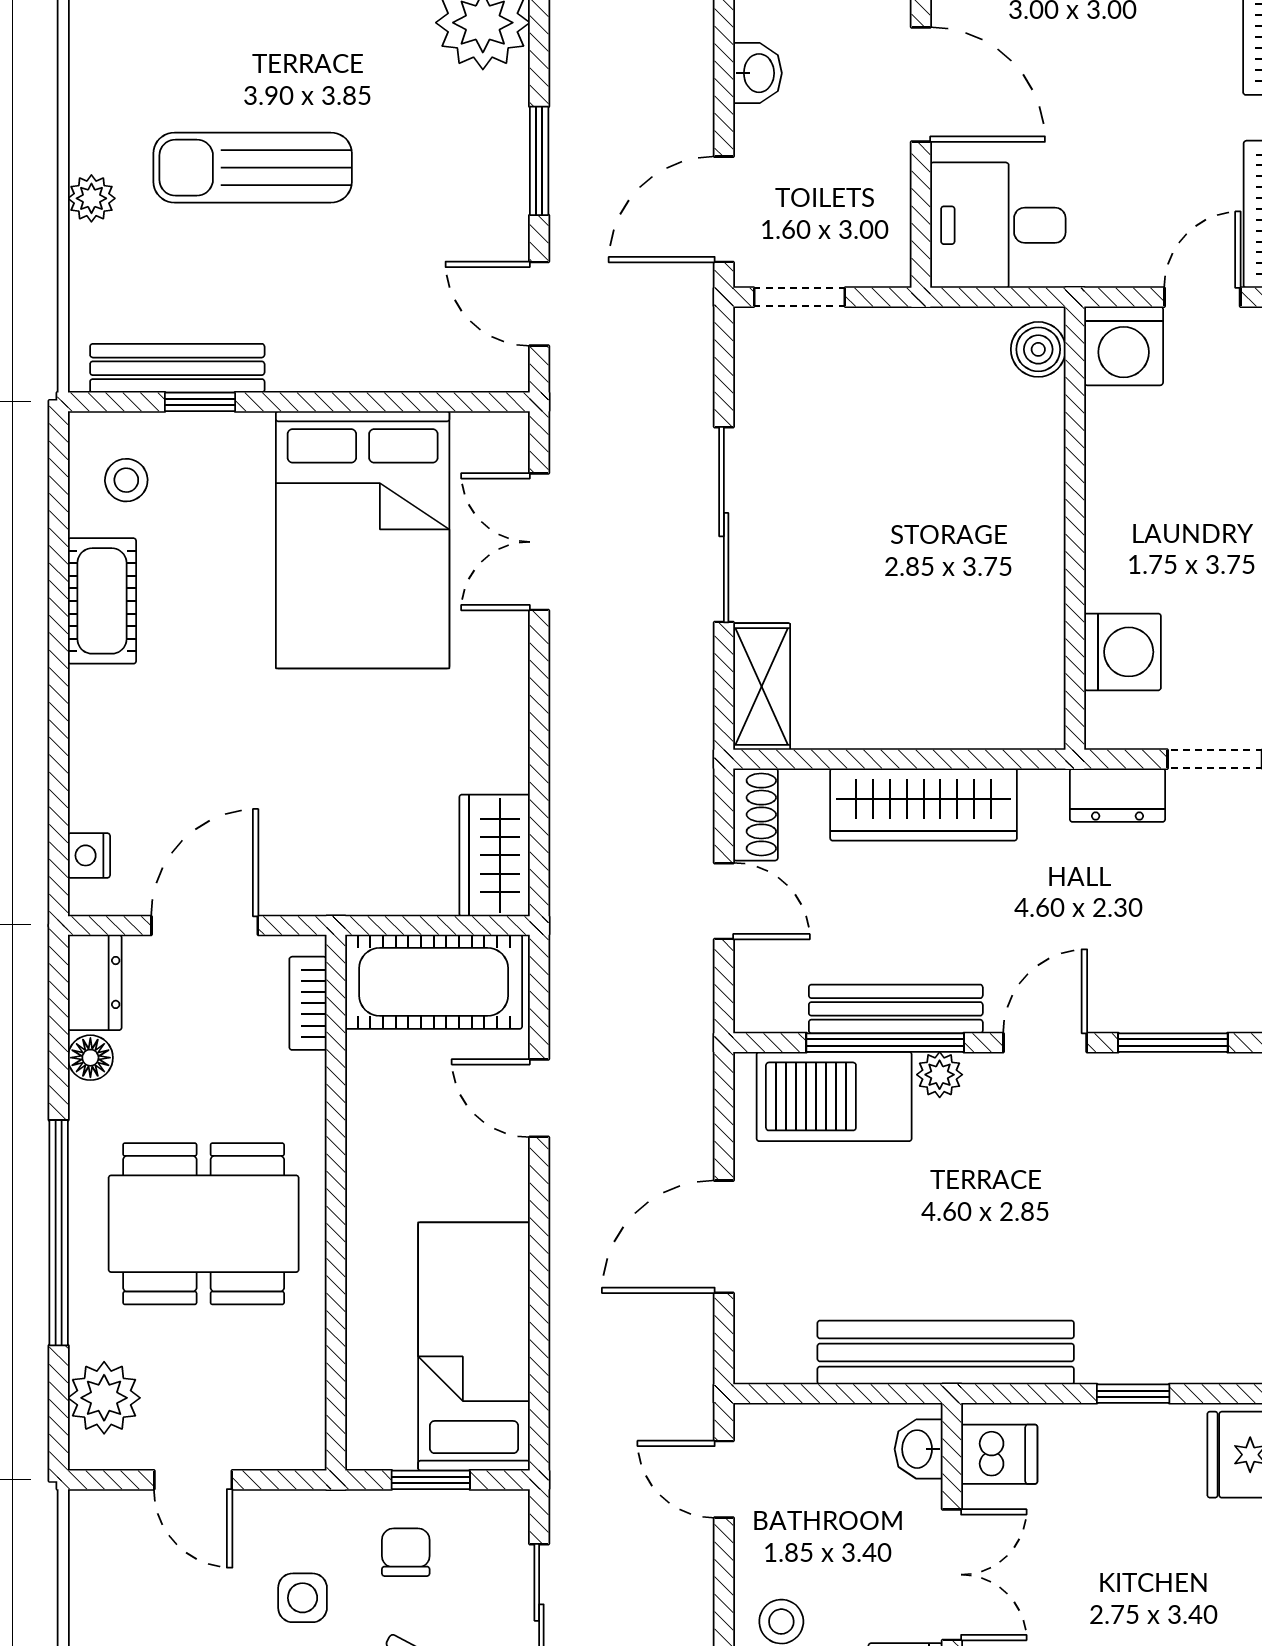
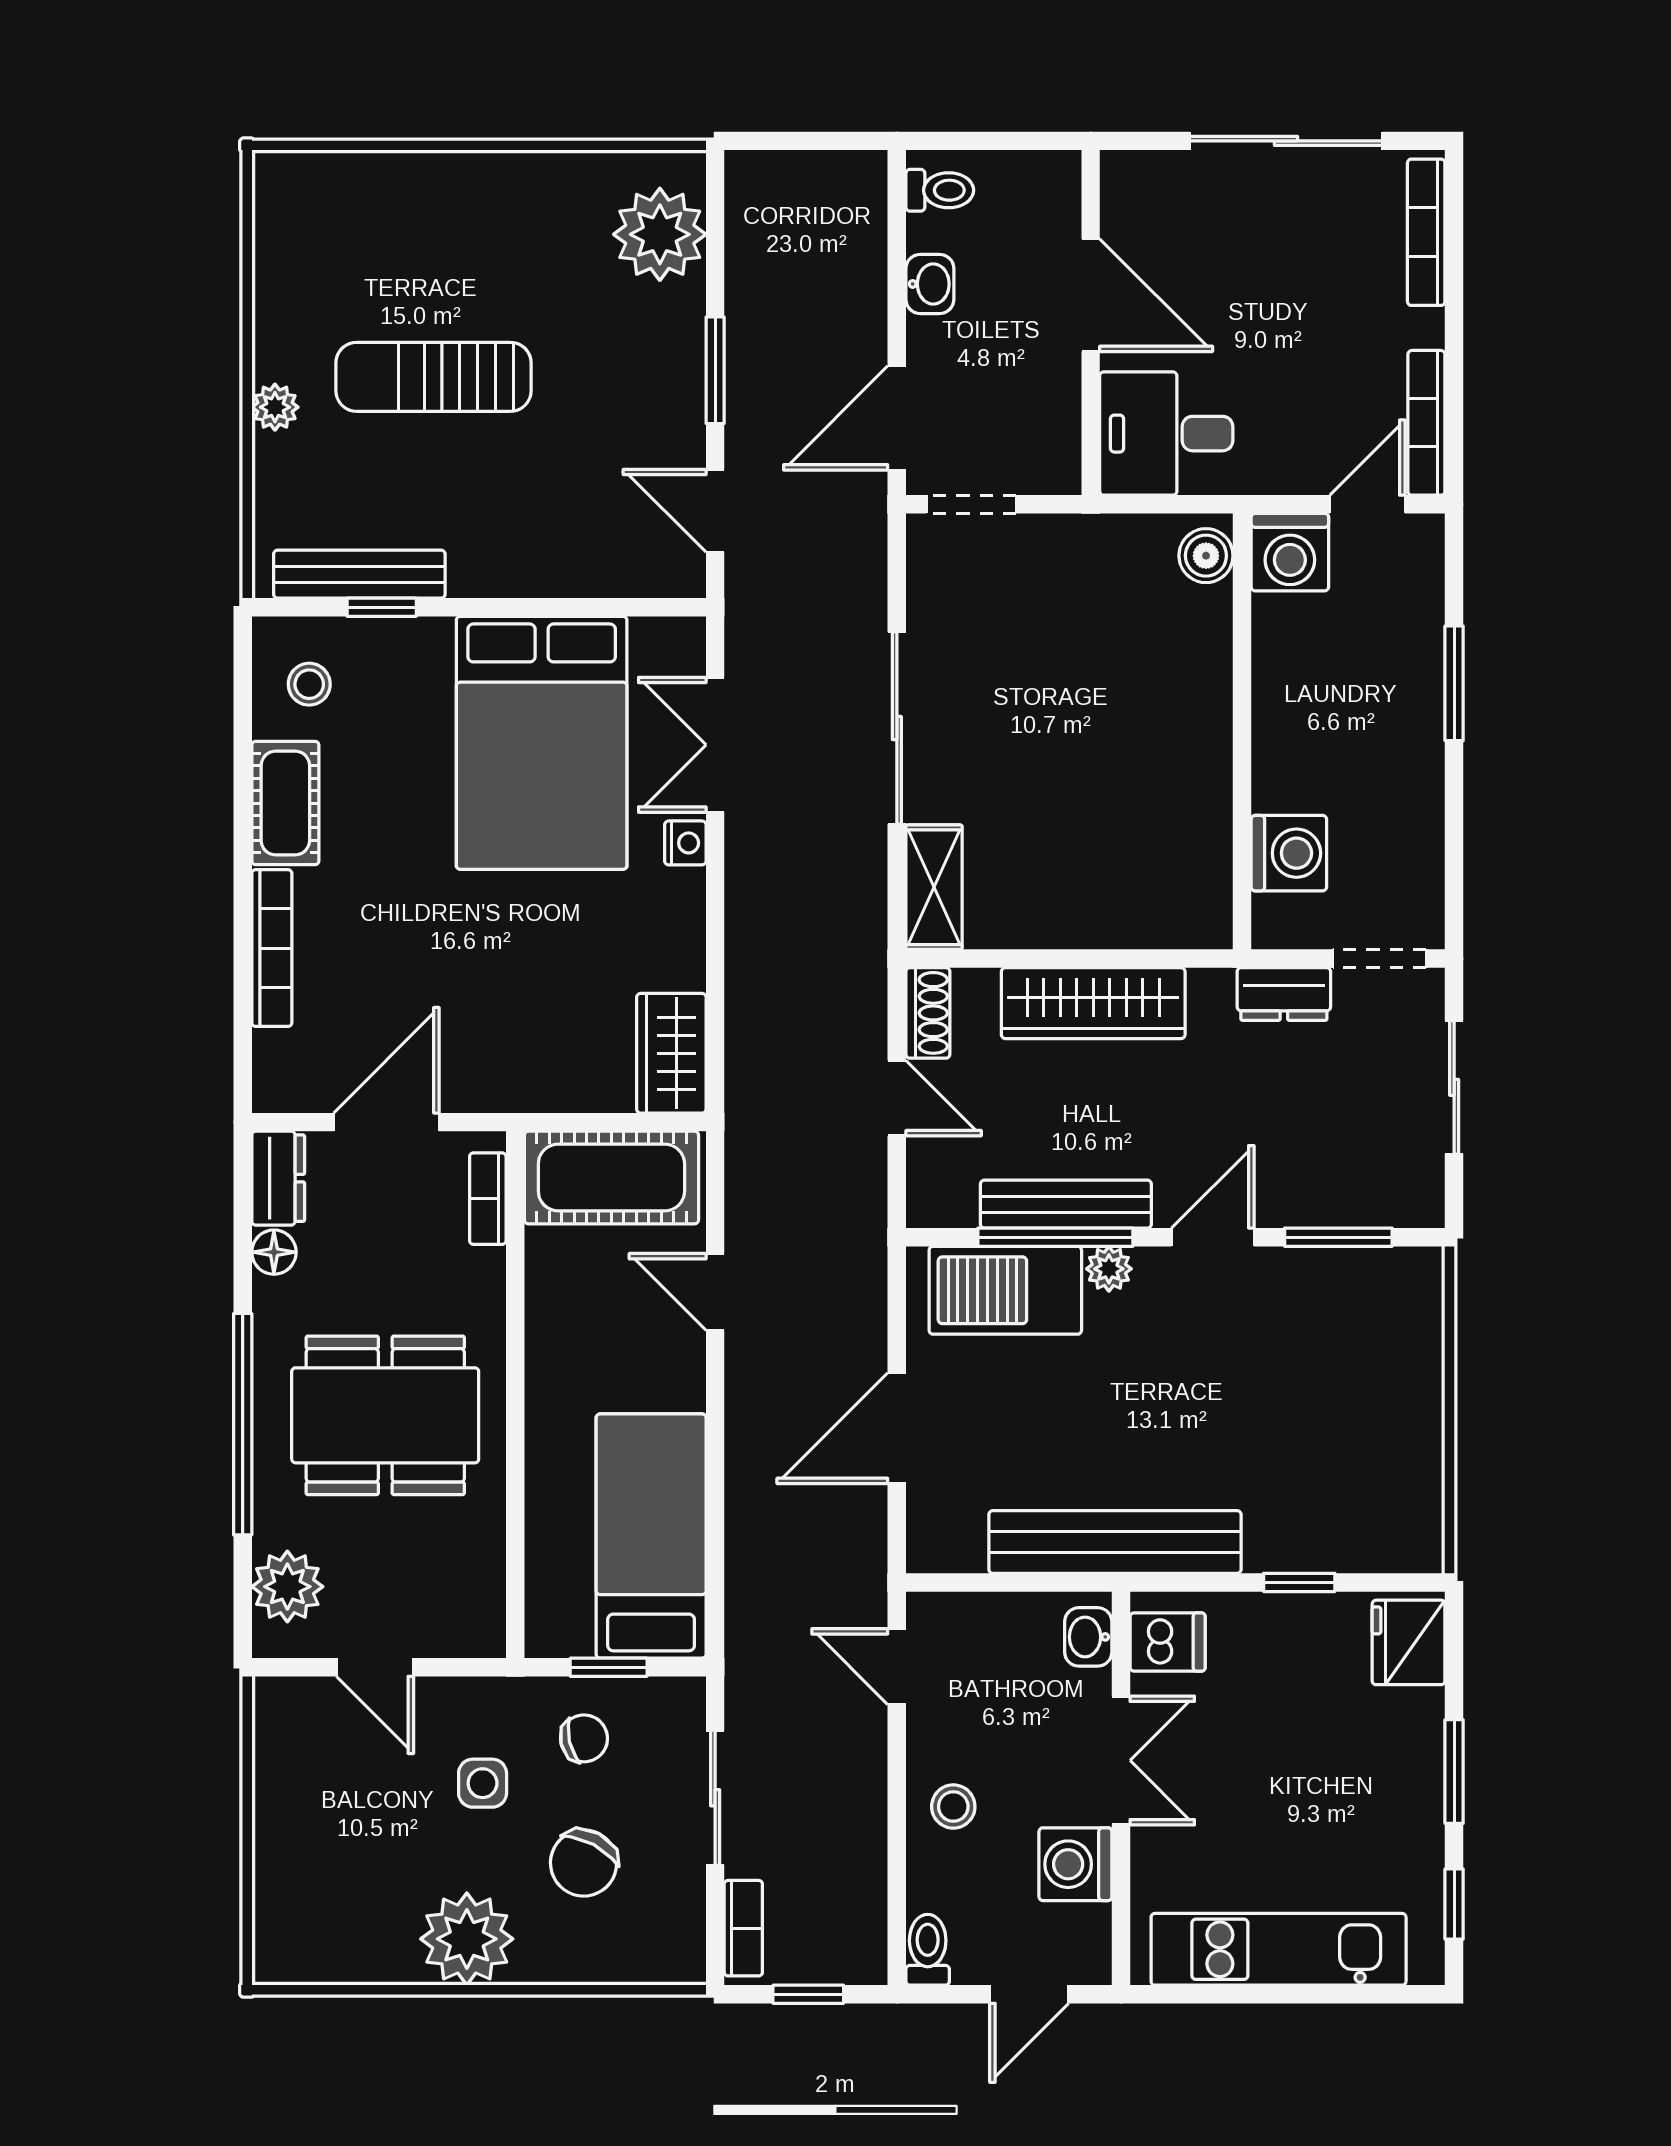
bookcase: (88, 748) -> (272, 948), added
nightstand: (89, 855) -> (685, 843), moved, turned 180
chair: (406, 1552) -> (584, 1738), turned 77

